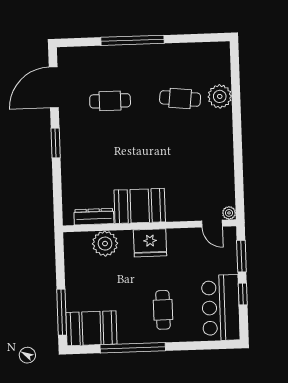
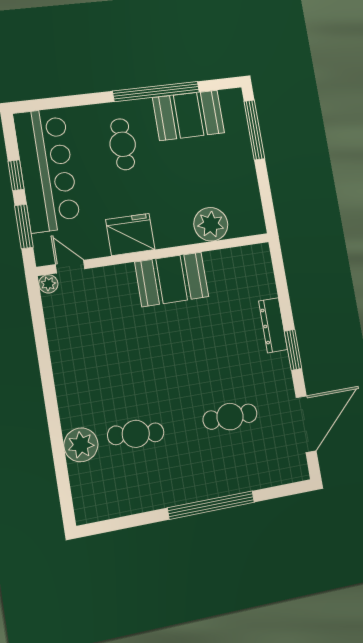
dresser: (94, 217) -> (273, 325), moved, turned 90
fridge: (150, 243) -> (130, 234), moved
bar counter: (221, 308) -> (47, 170), width x1.36
booth: (91, 328) -> (189, 115), moved

